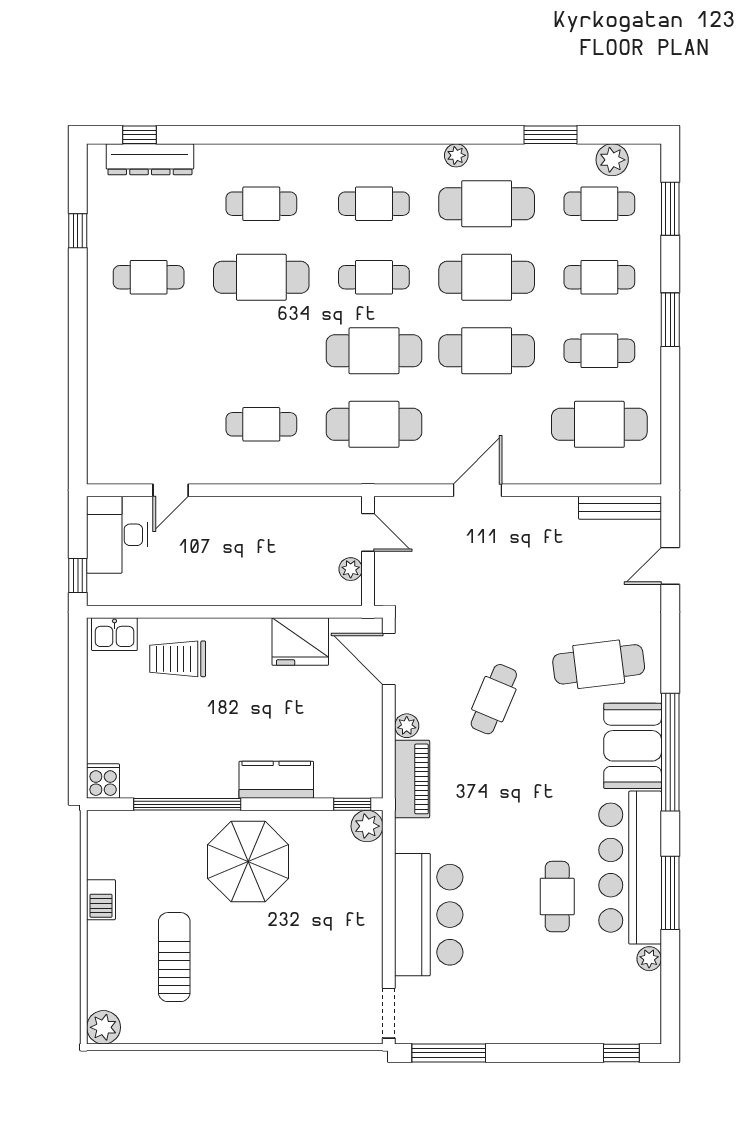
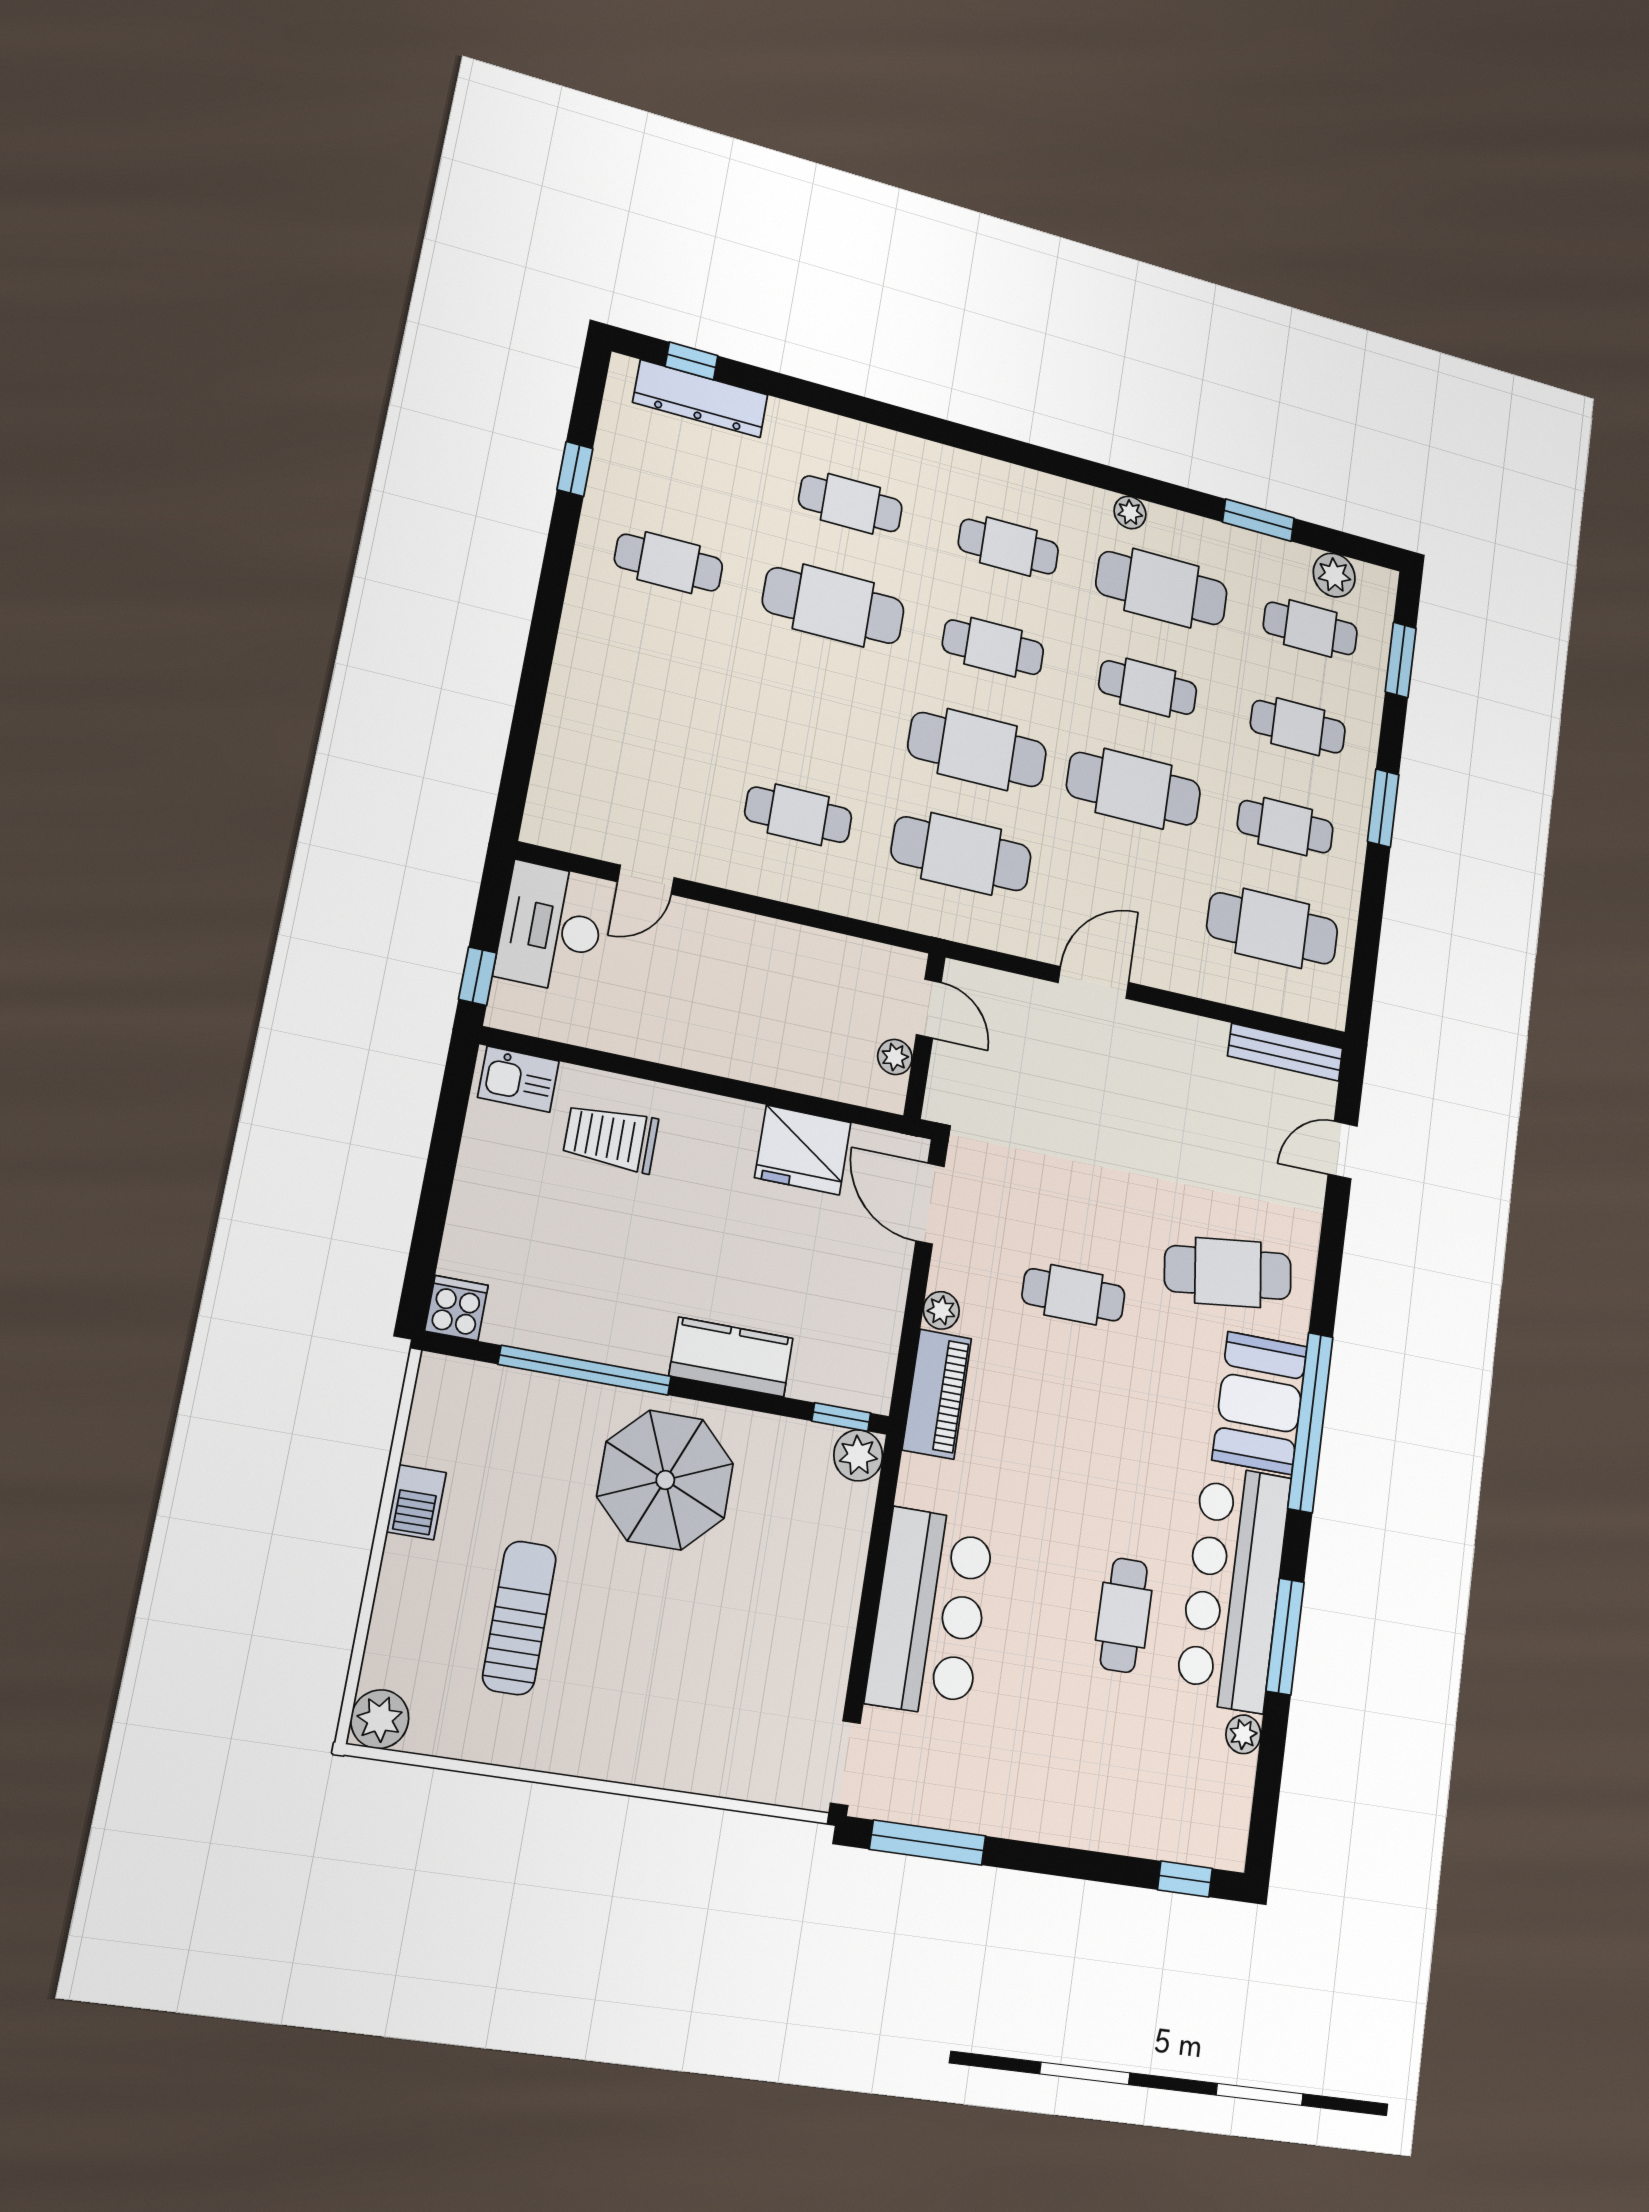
cafe table: (487, 277) -> (1148, 688), width x0.73, depth x0.74
cafe table: (494, 699) -> (1074, 1295), turned 67

